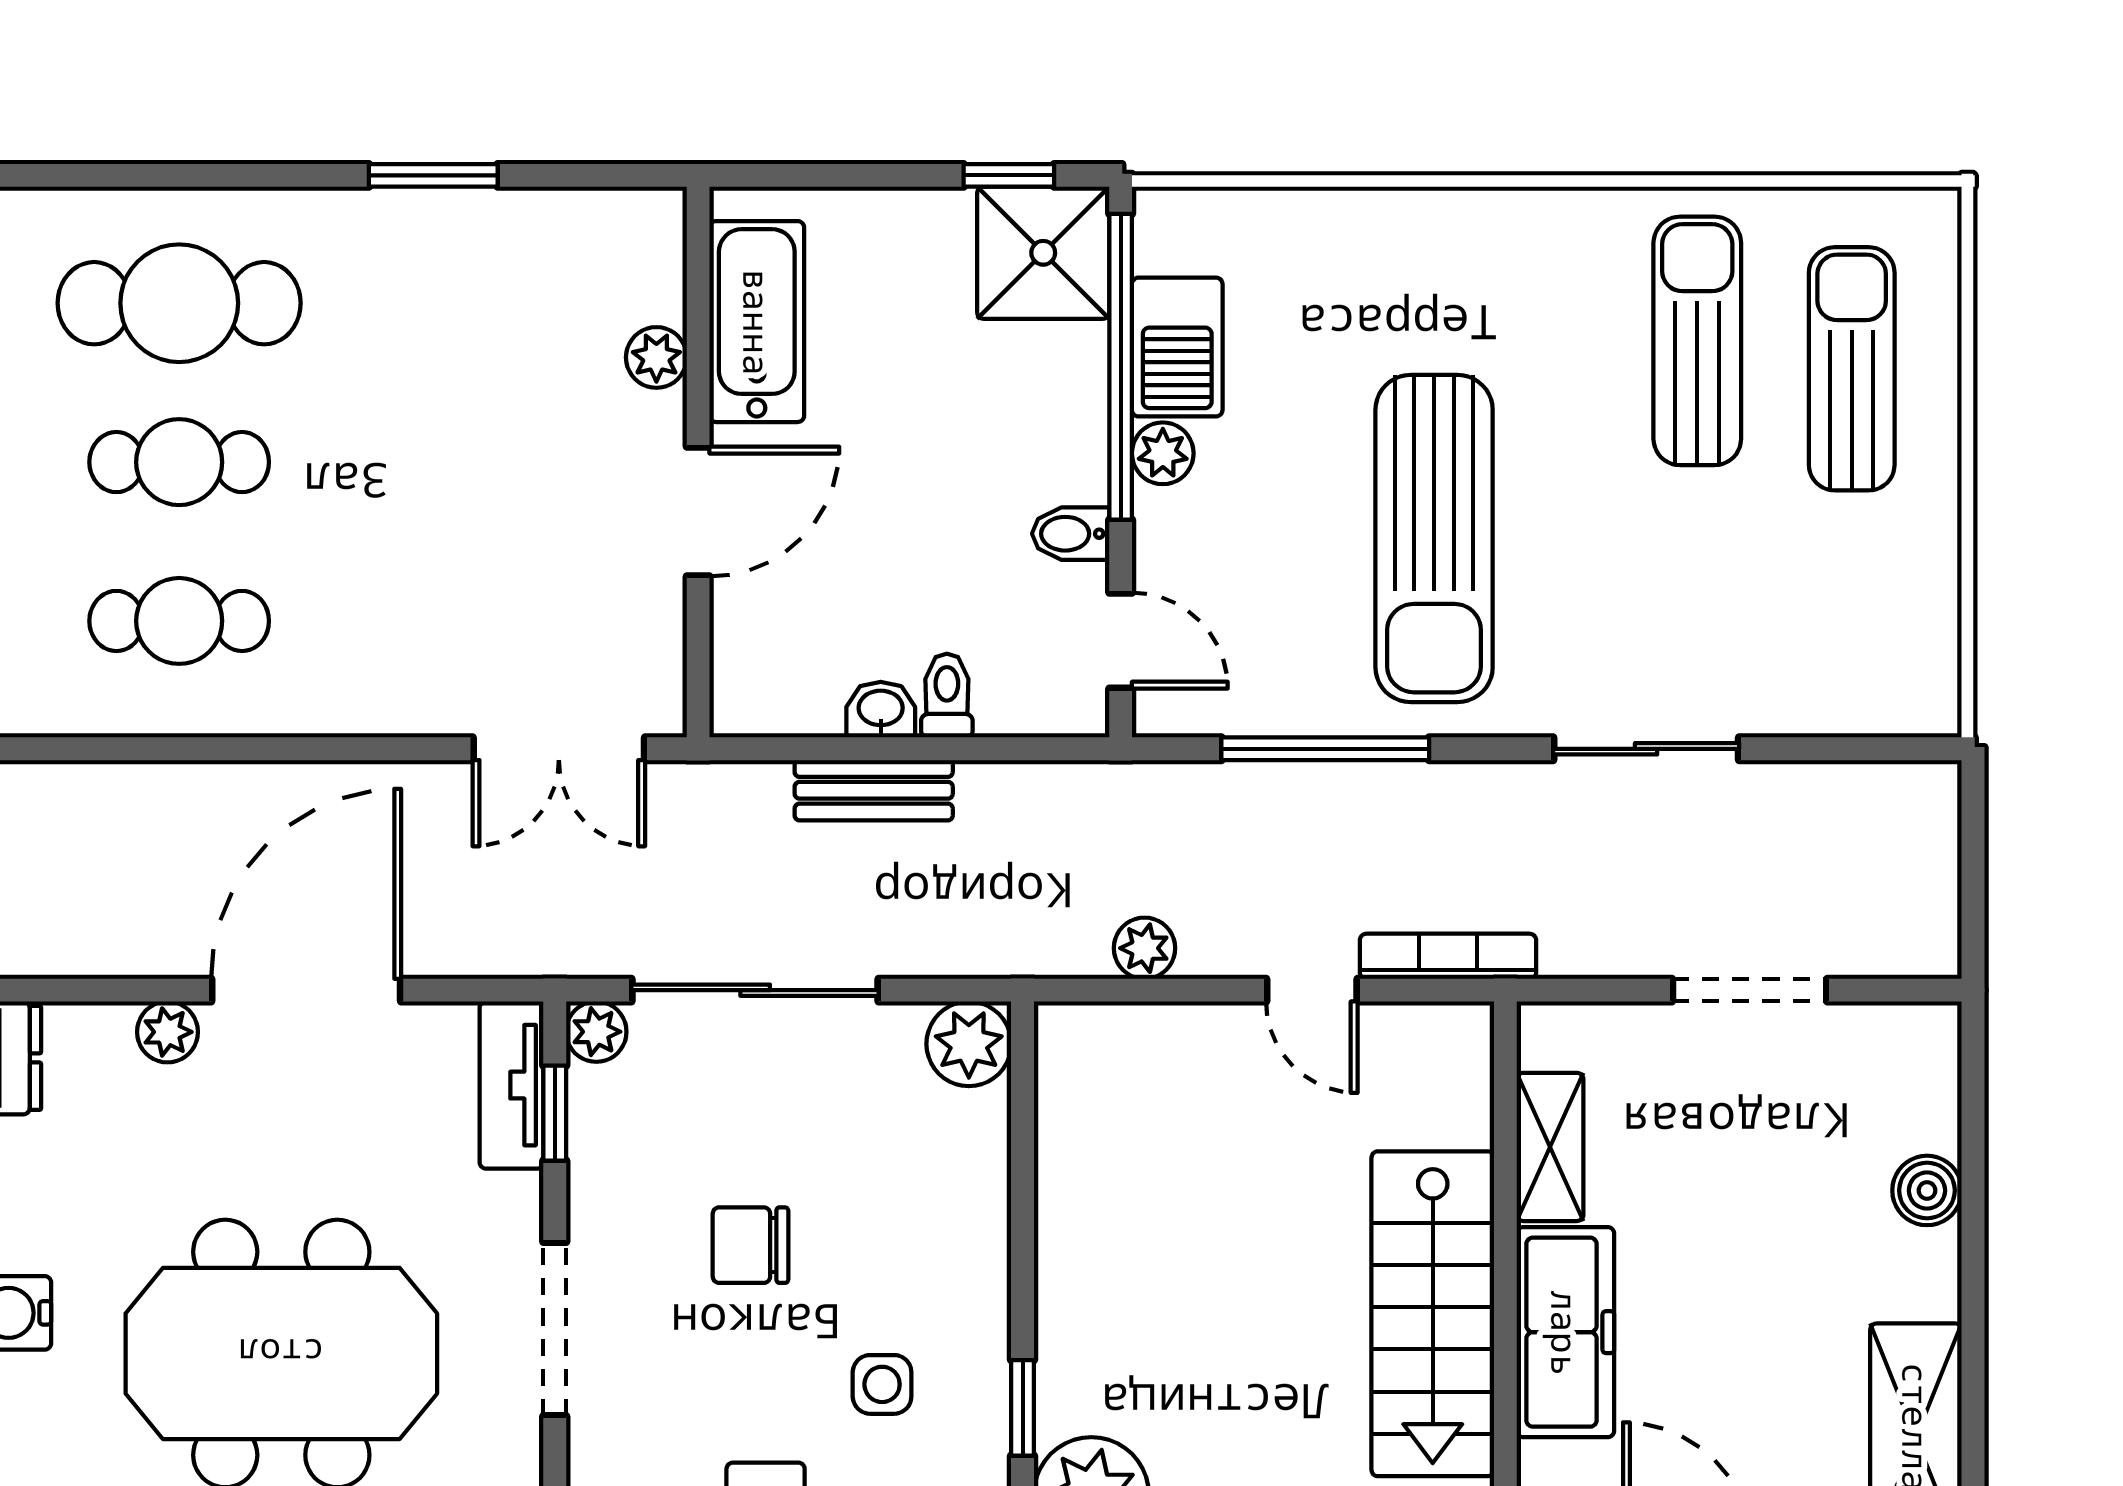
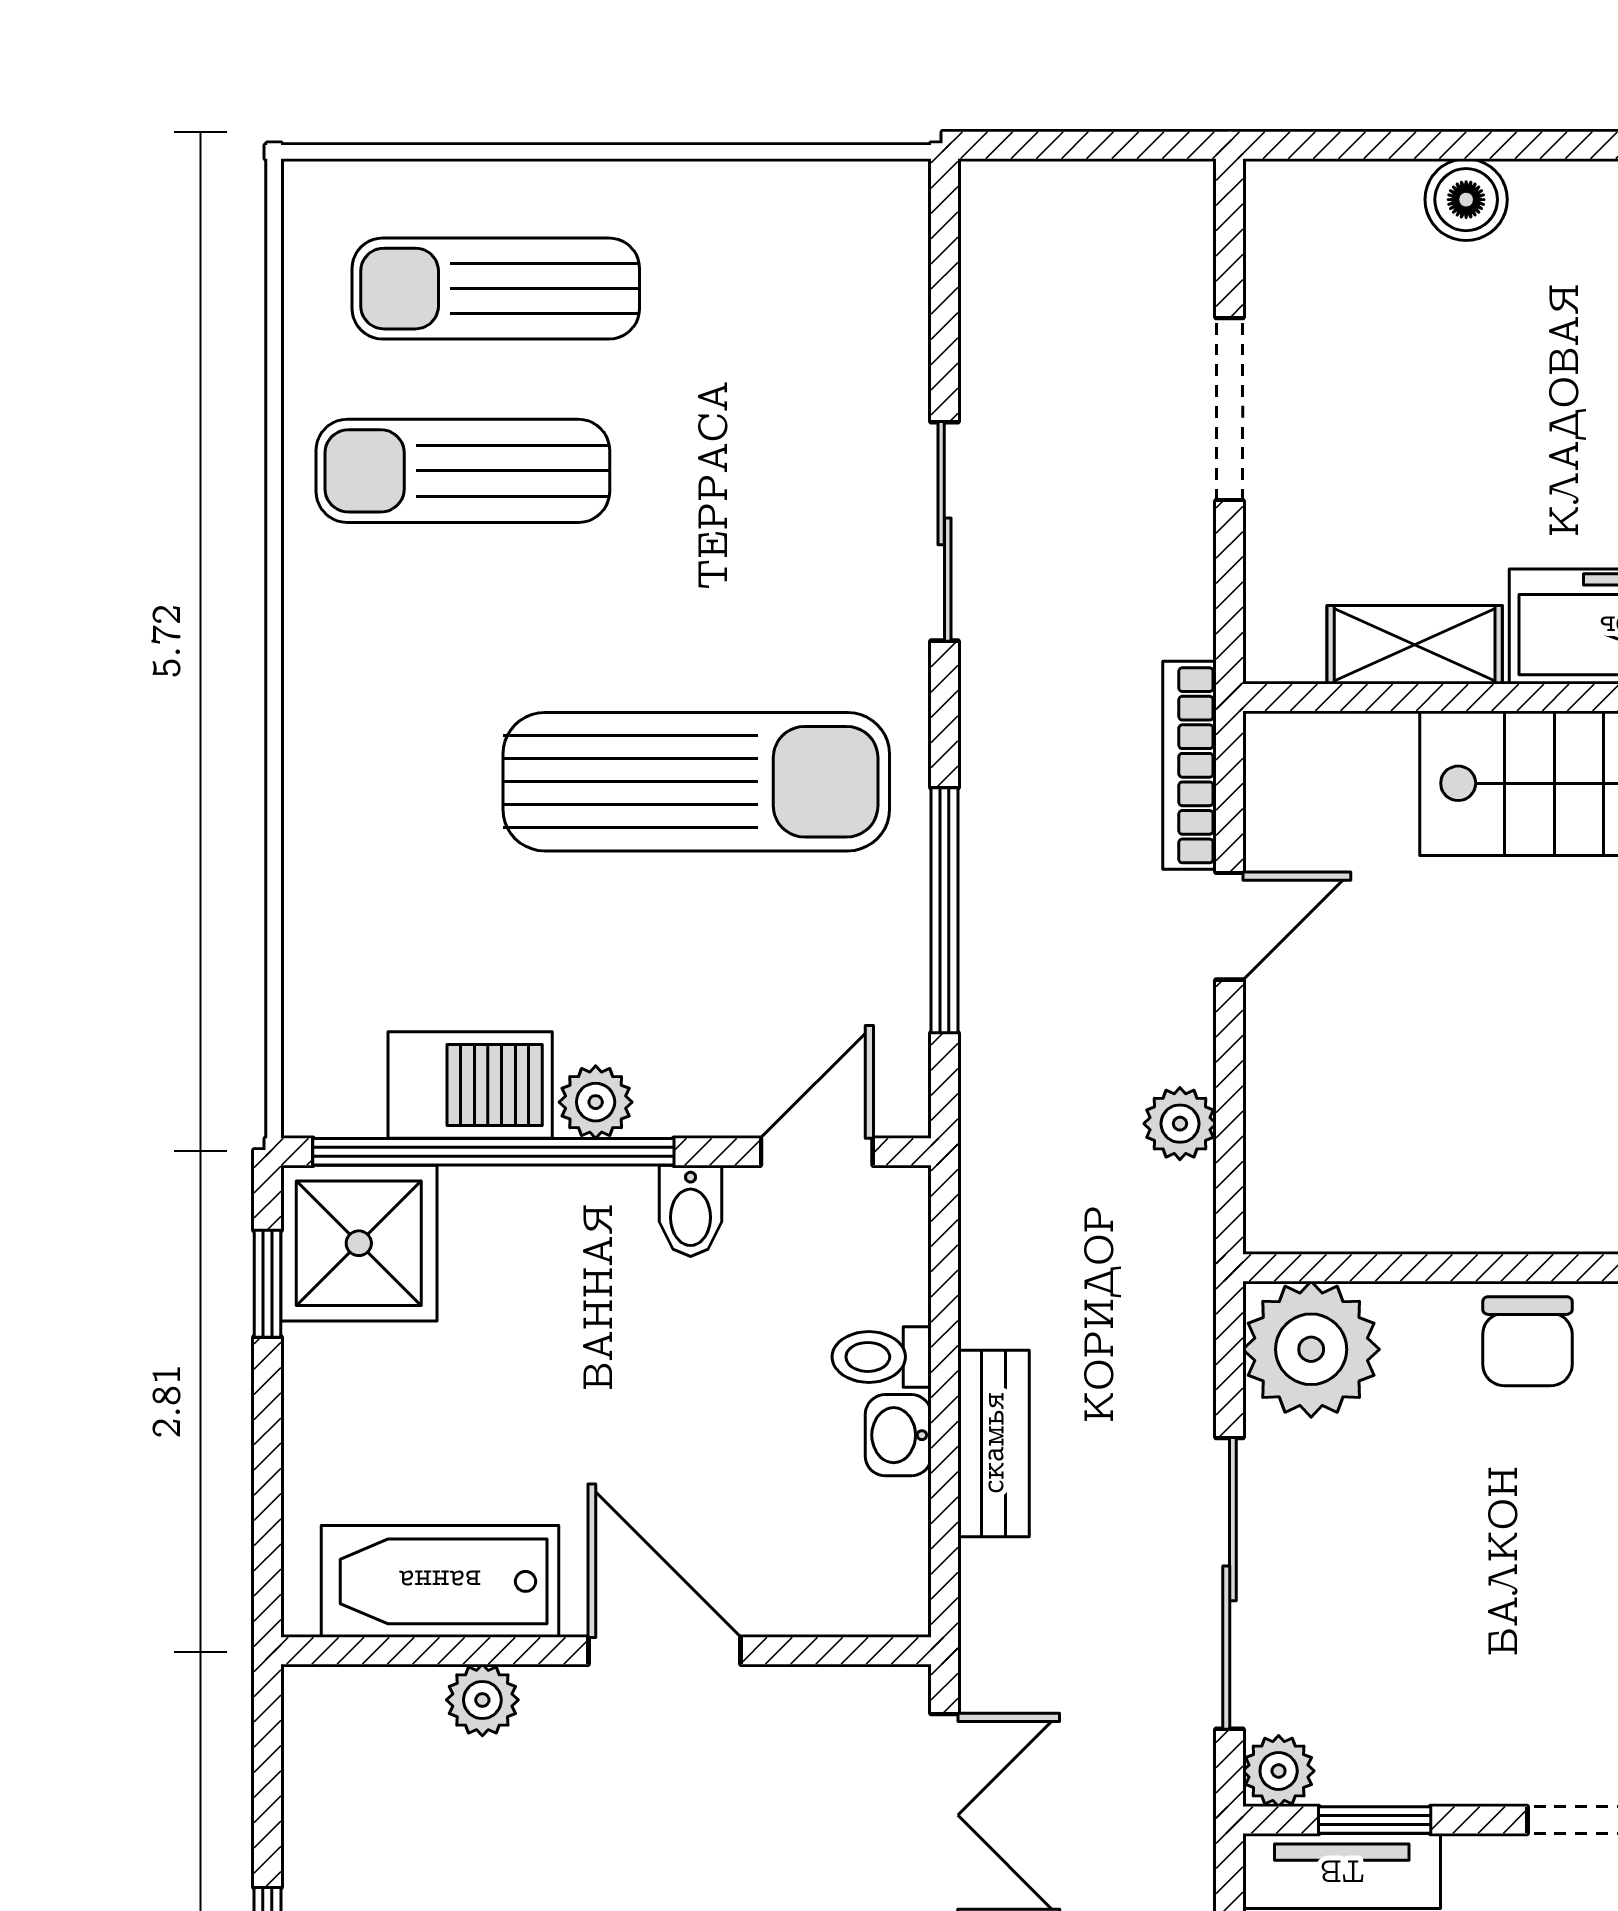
plant: (969, 1044) -> (1311, 1349), width x1.36, depth x1.36
chair: (751, 1245) -> (1527, 1341), moved

